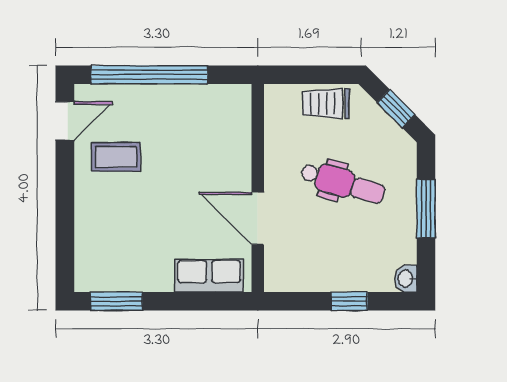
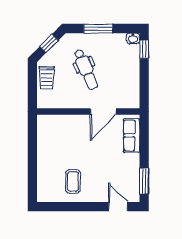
window: (149, 75) -> (32, 165), removed
door: (65, 121) -> (118, 207), moved
dental chair: (343, 183) -> (86, 69), turned 140
window: (349, 301) -> (144, 49), moved

